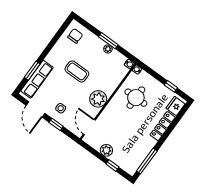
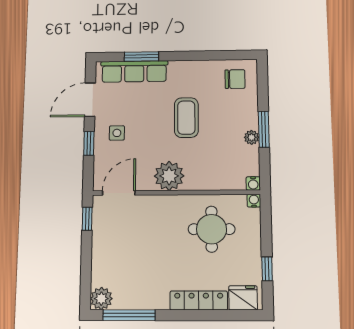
plant: (106, 150) -> (101, 299), moved
window: (112, 166) -> (87, 219), moved

